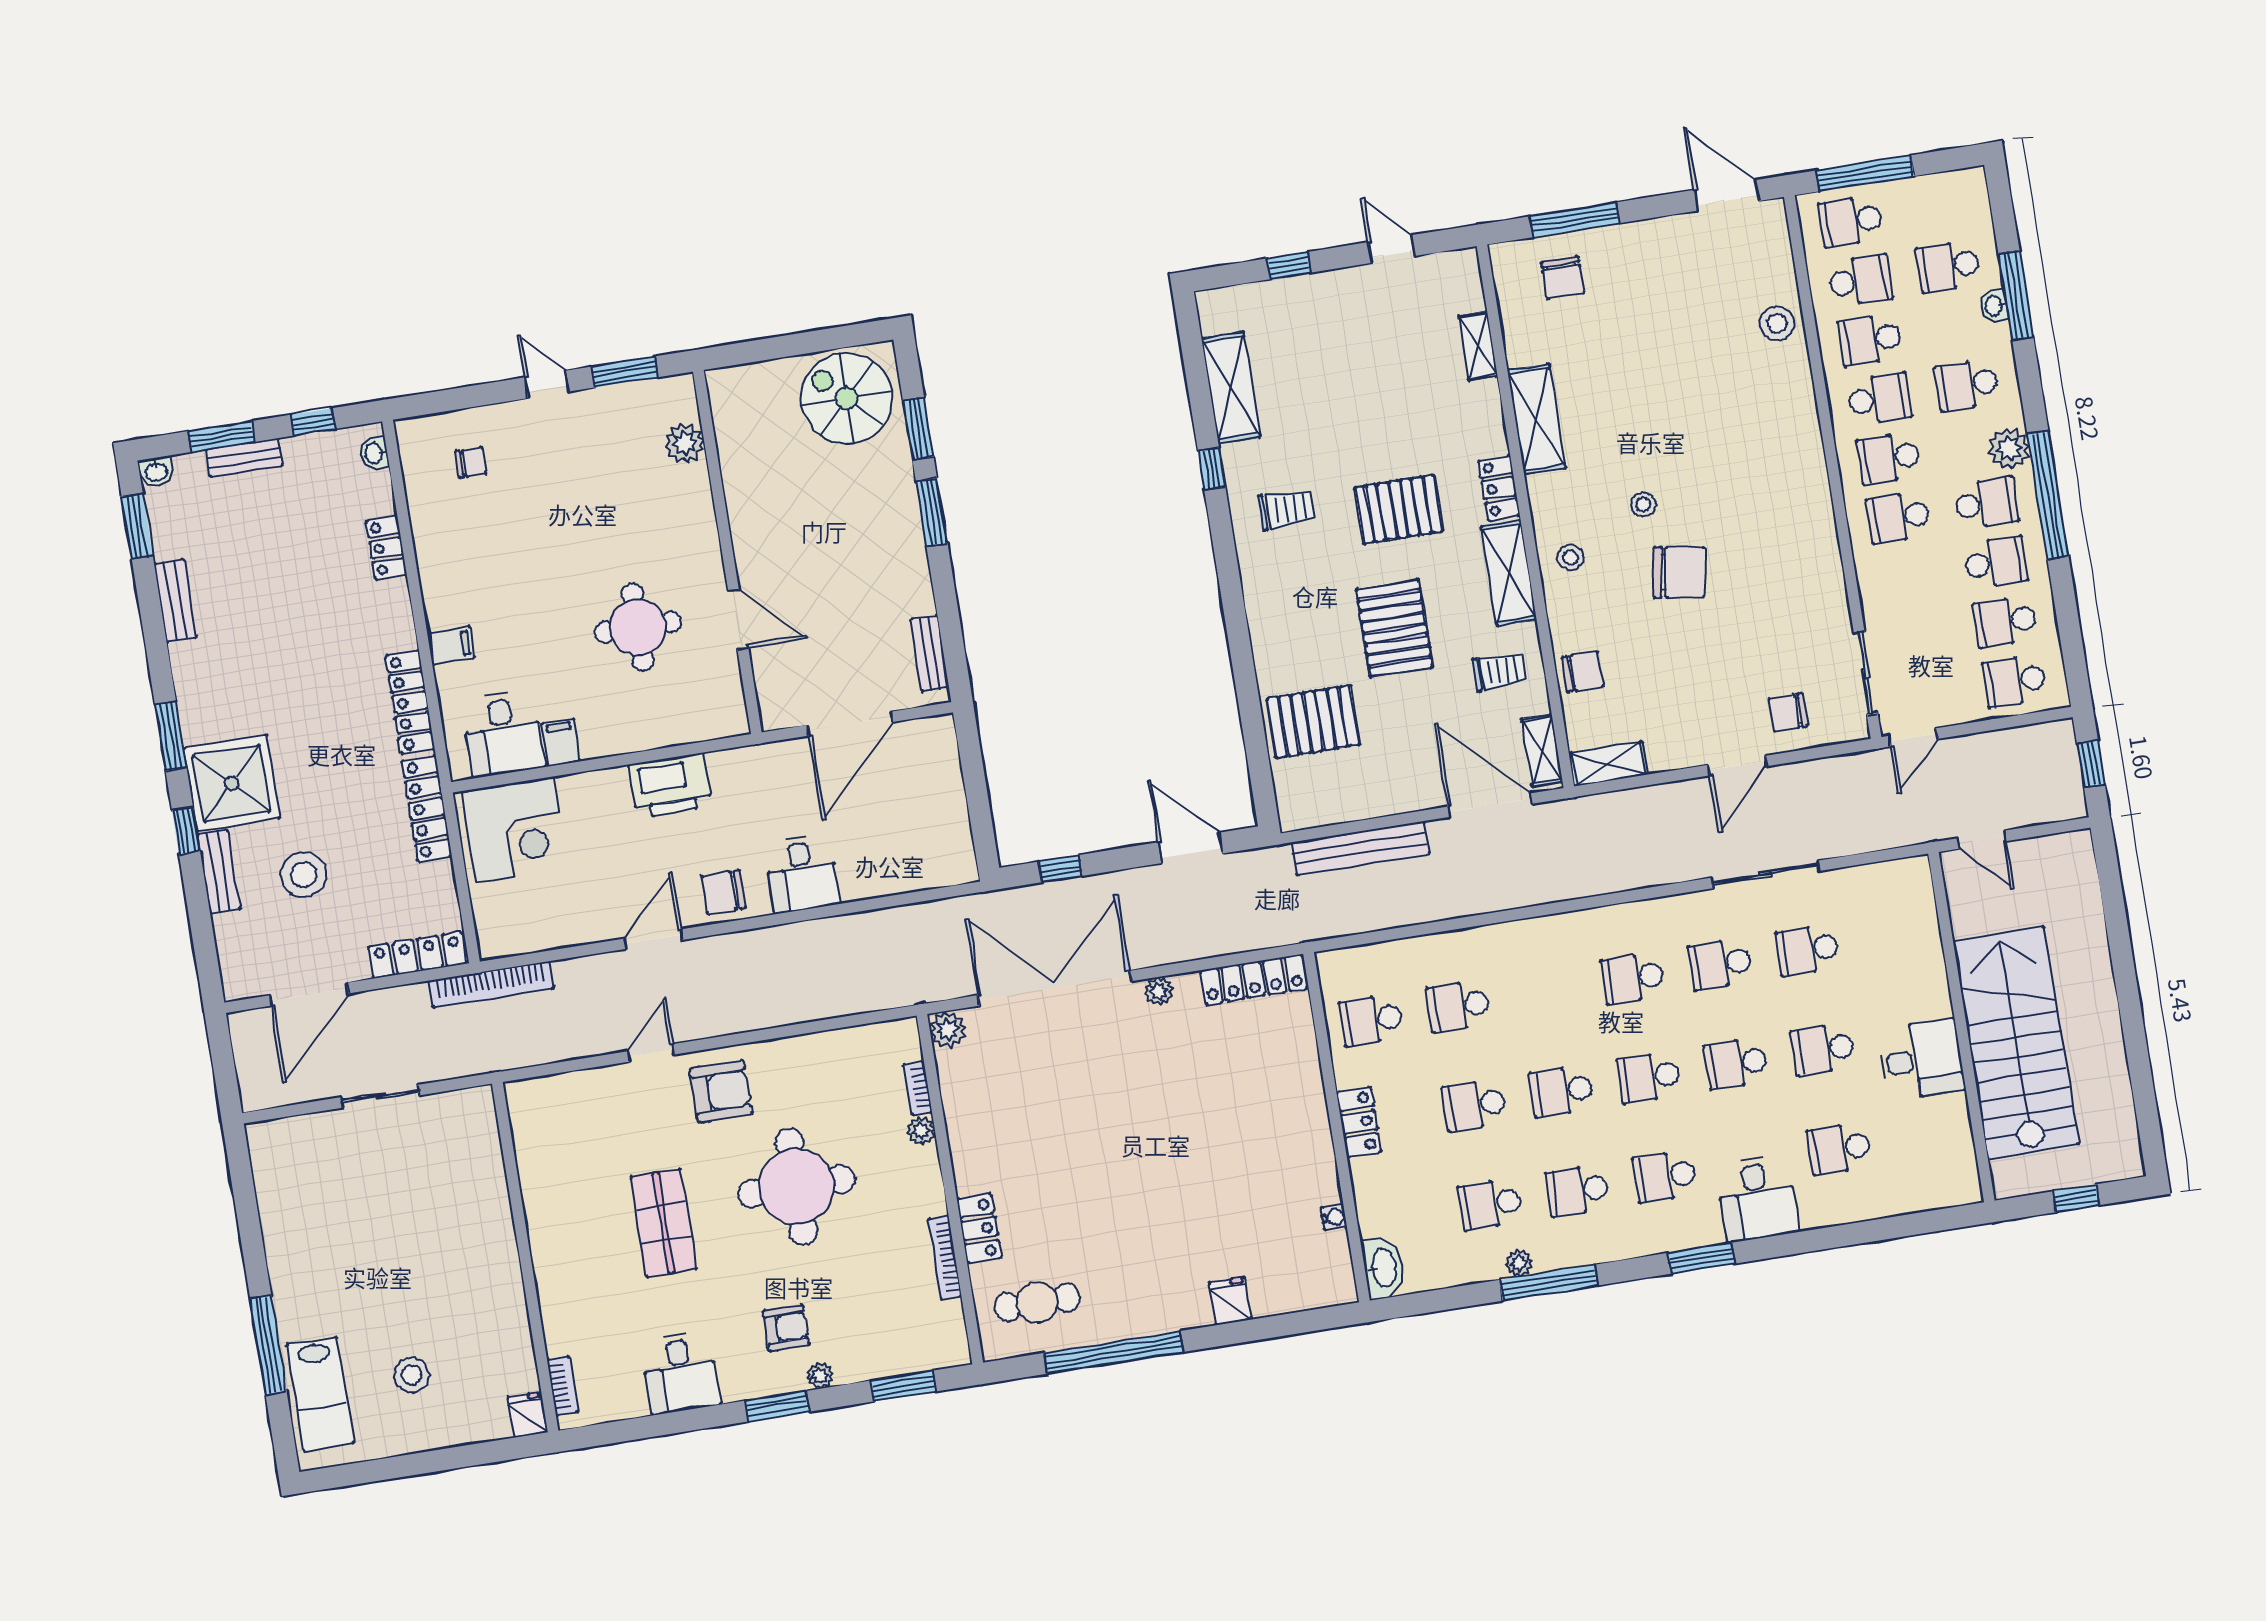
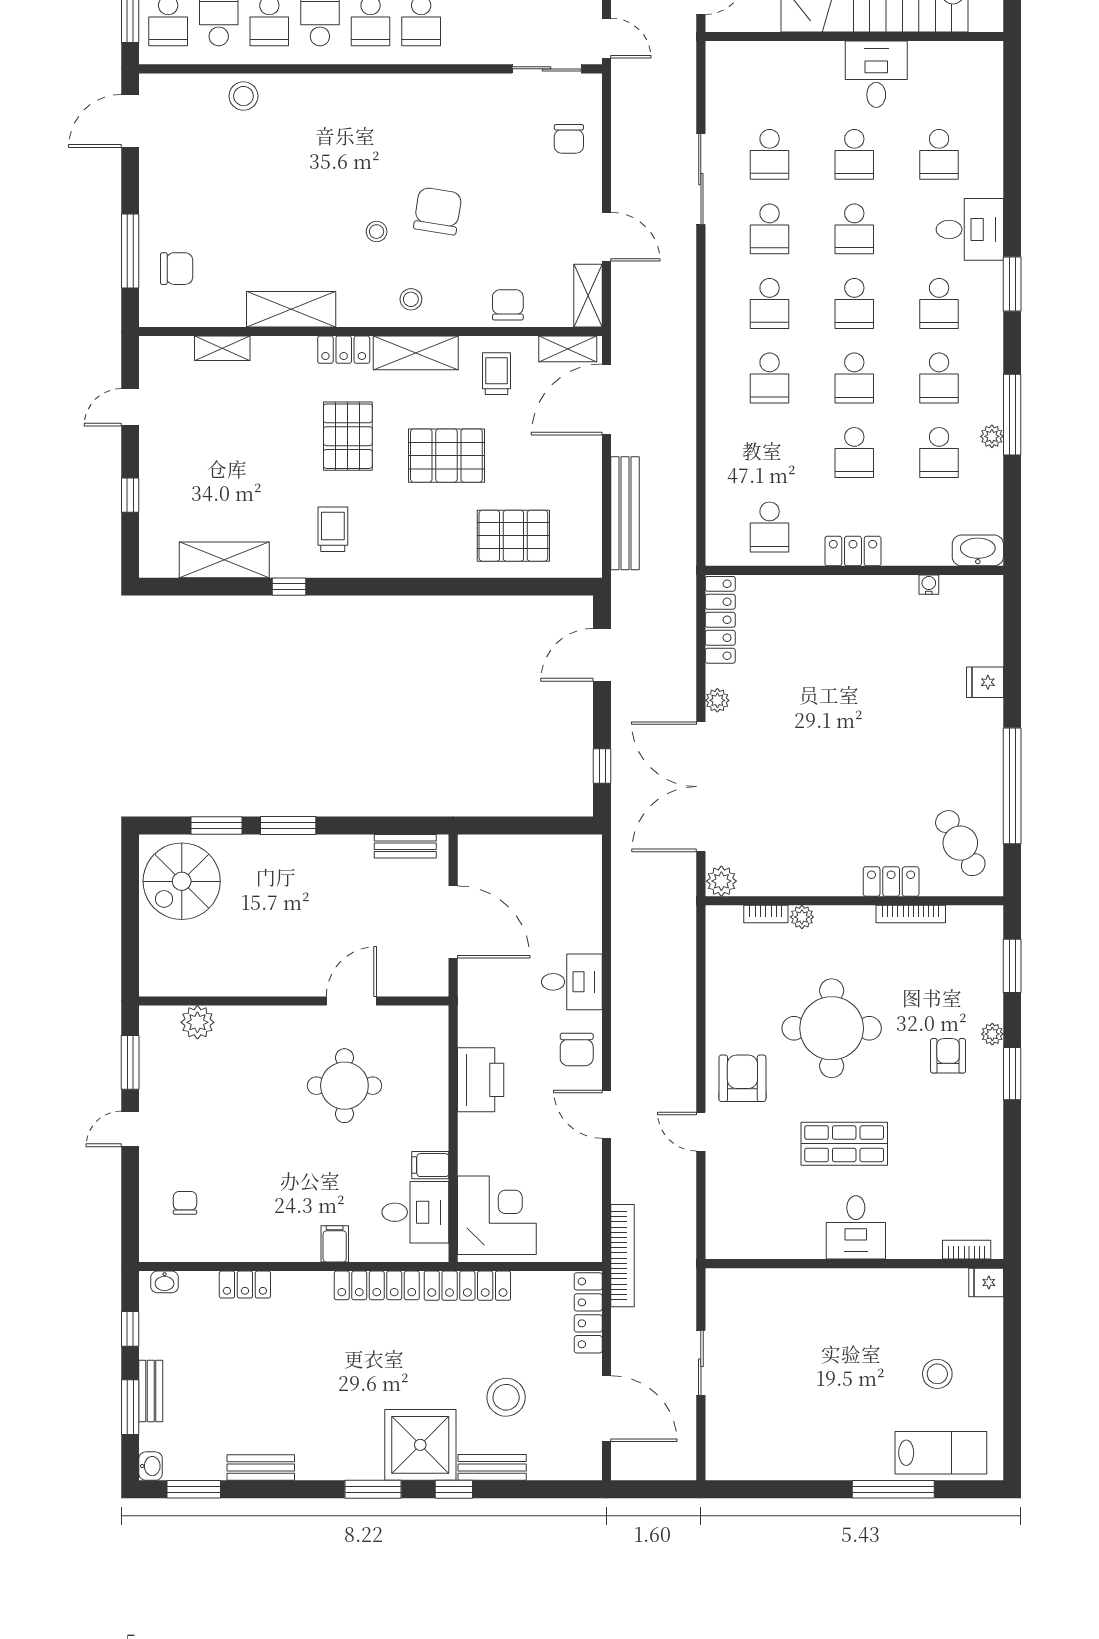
pallet: (1313, 722) -> (513, 536), turned 90
door: (1737, 766) -> (607, 237), moved
school desk: (1459, 1006) -> (770, 378), moved
cafe table: (1037, 1302) -> (960, 843), turned -31
desk: (681, 1373) -> (856, 1227), moved, turned 90

